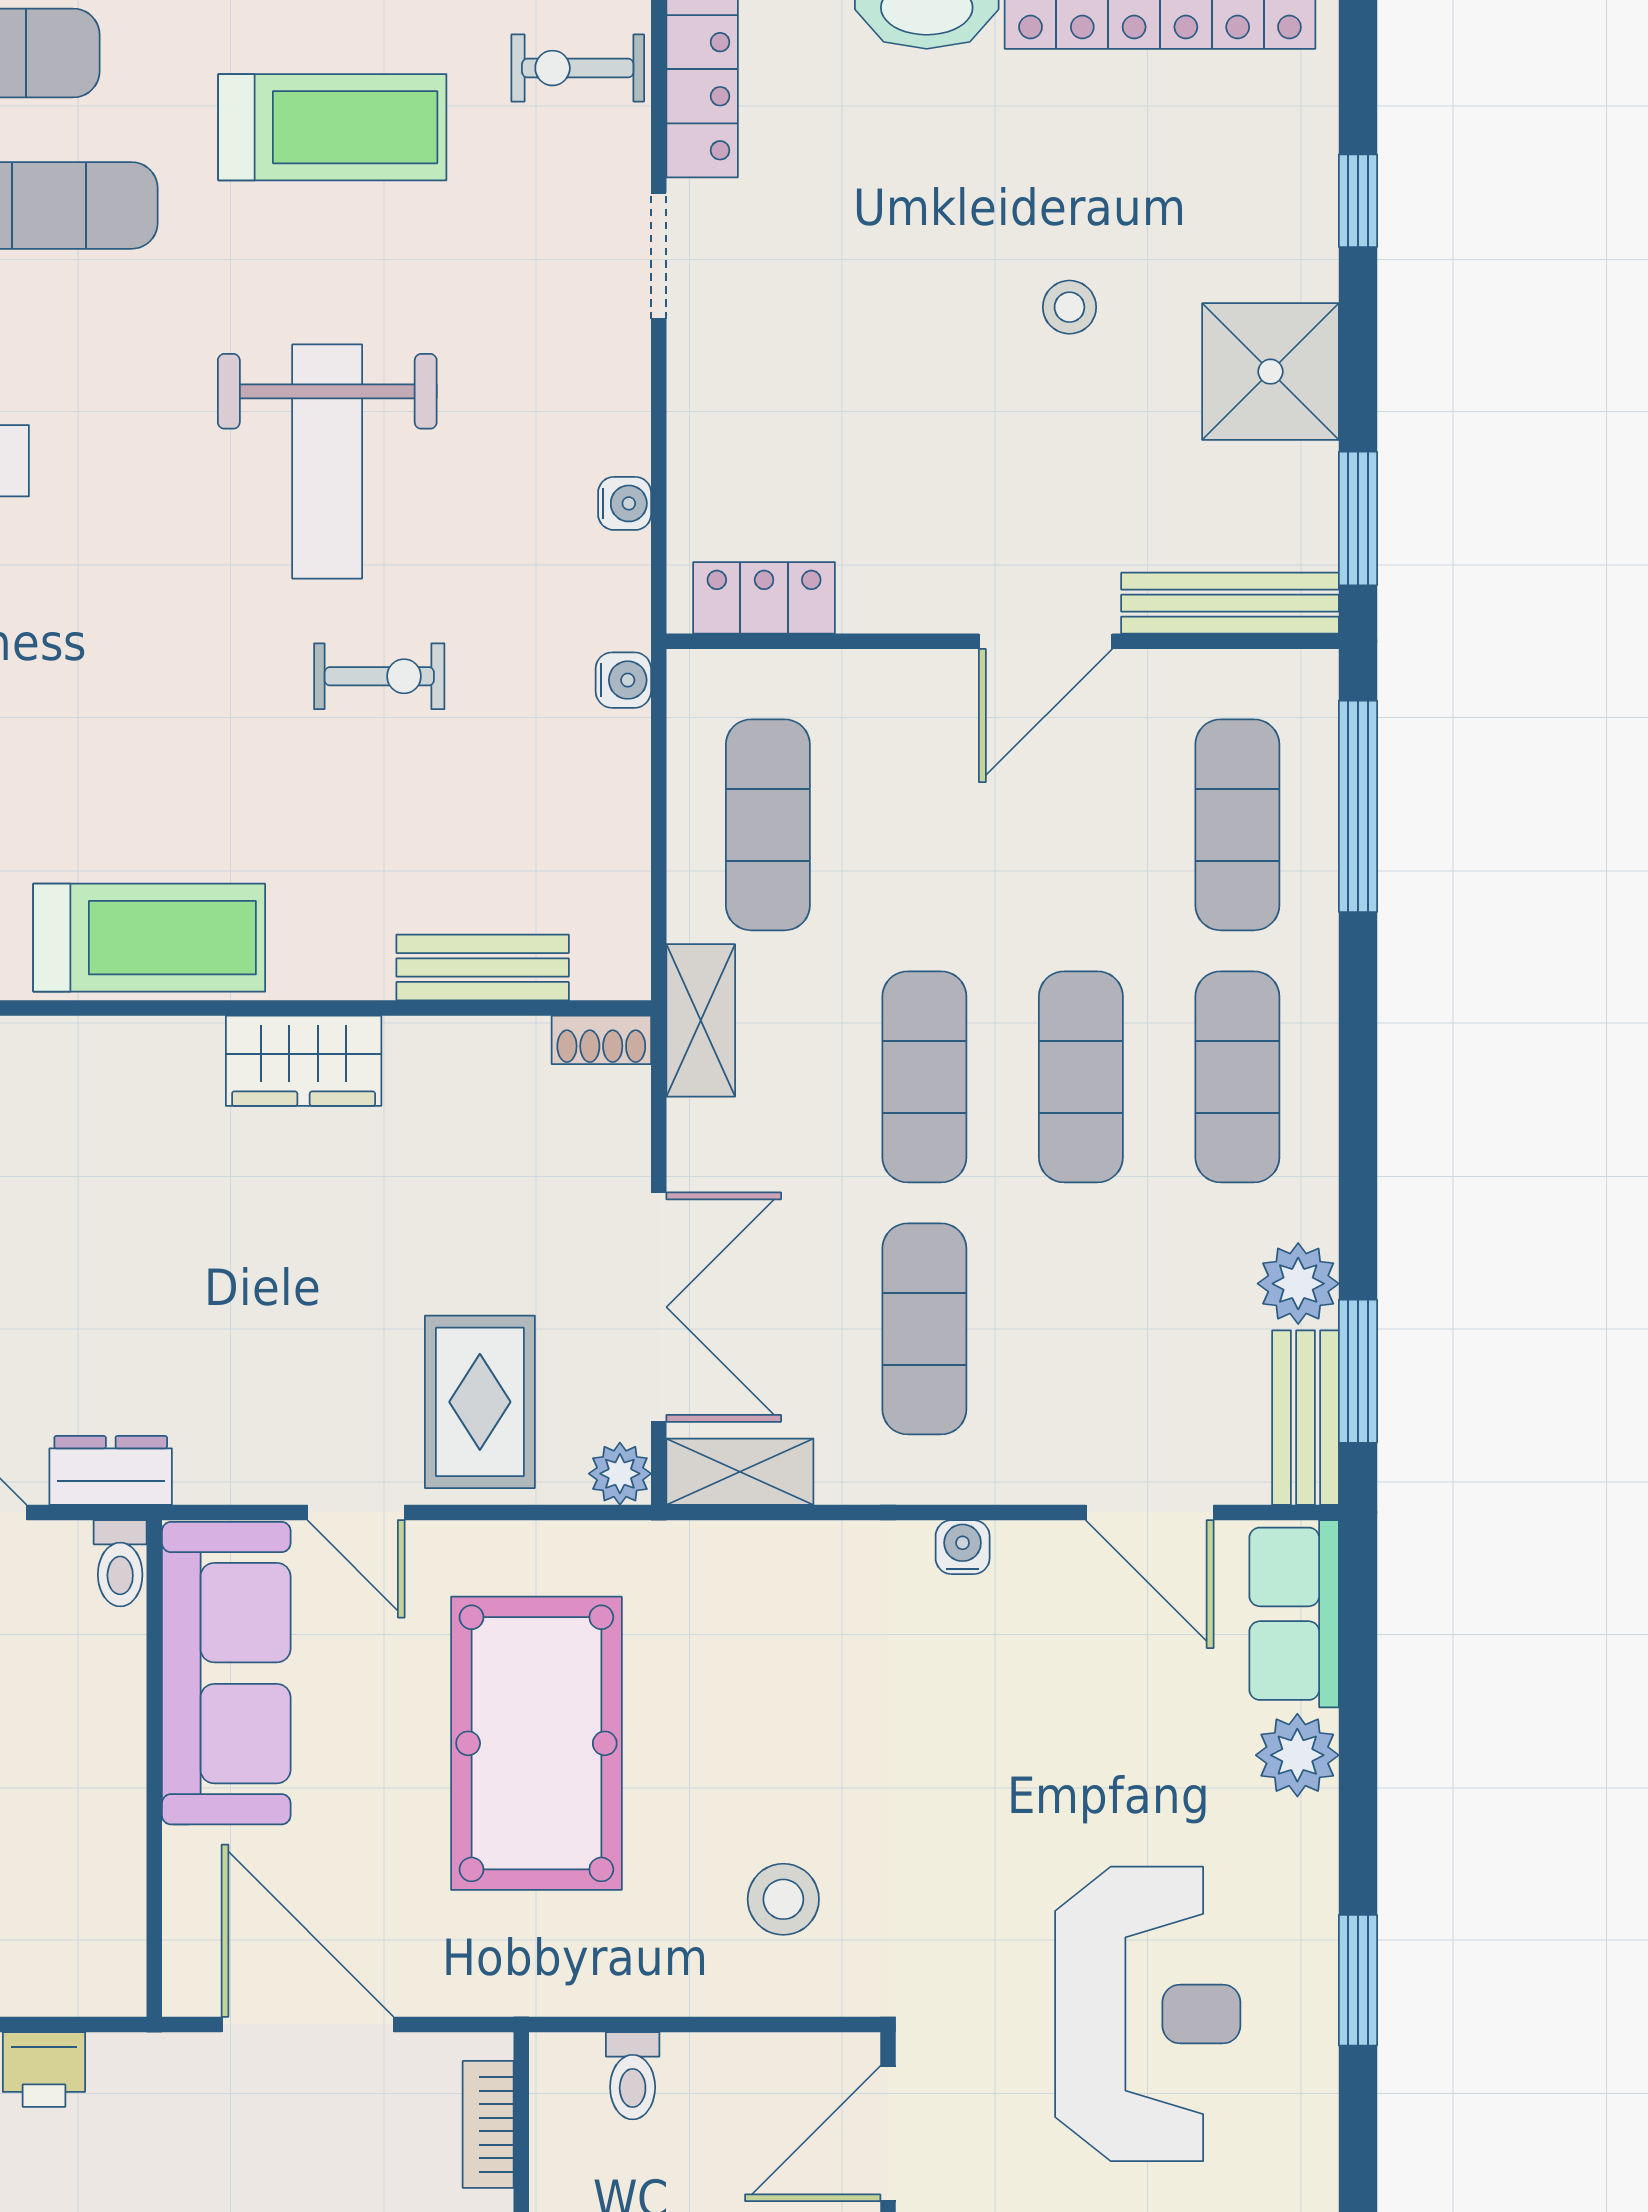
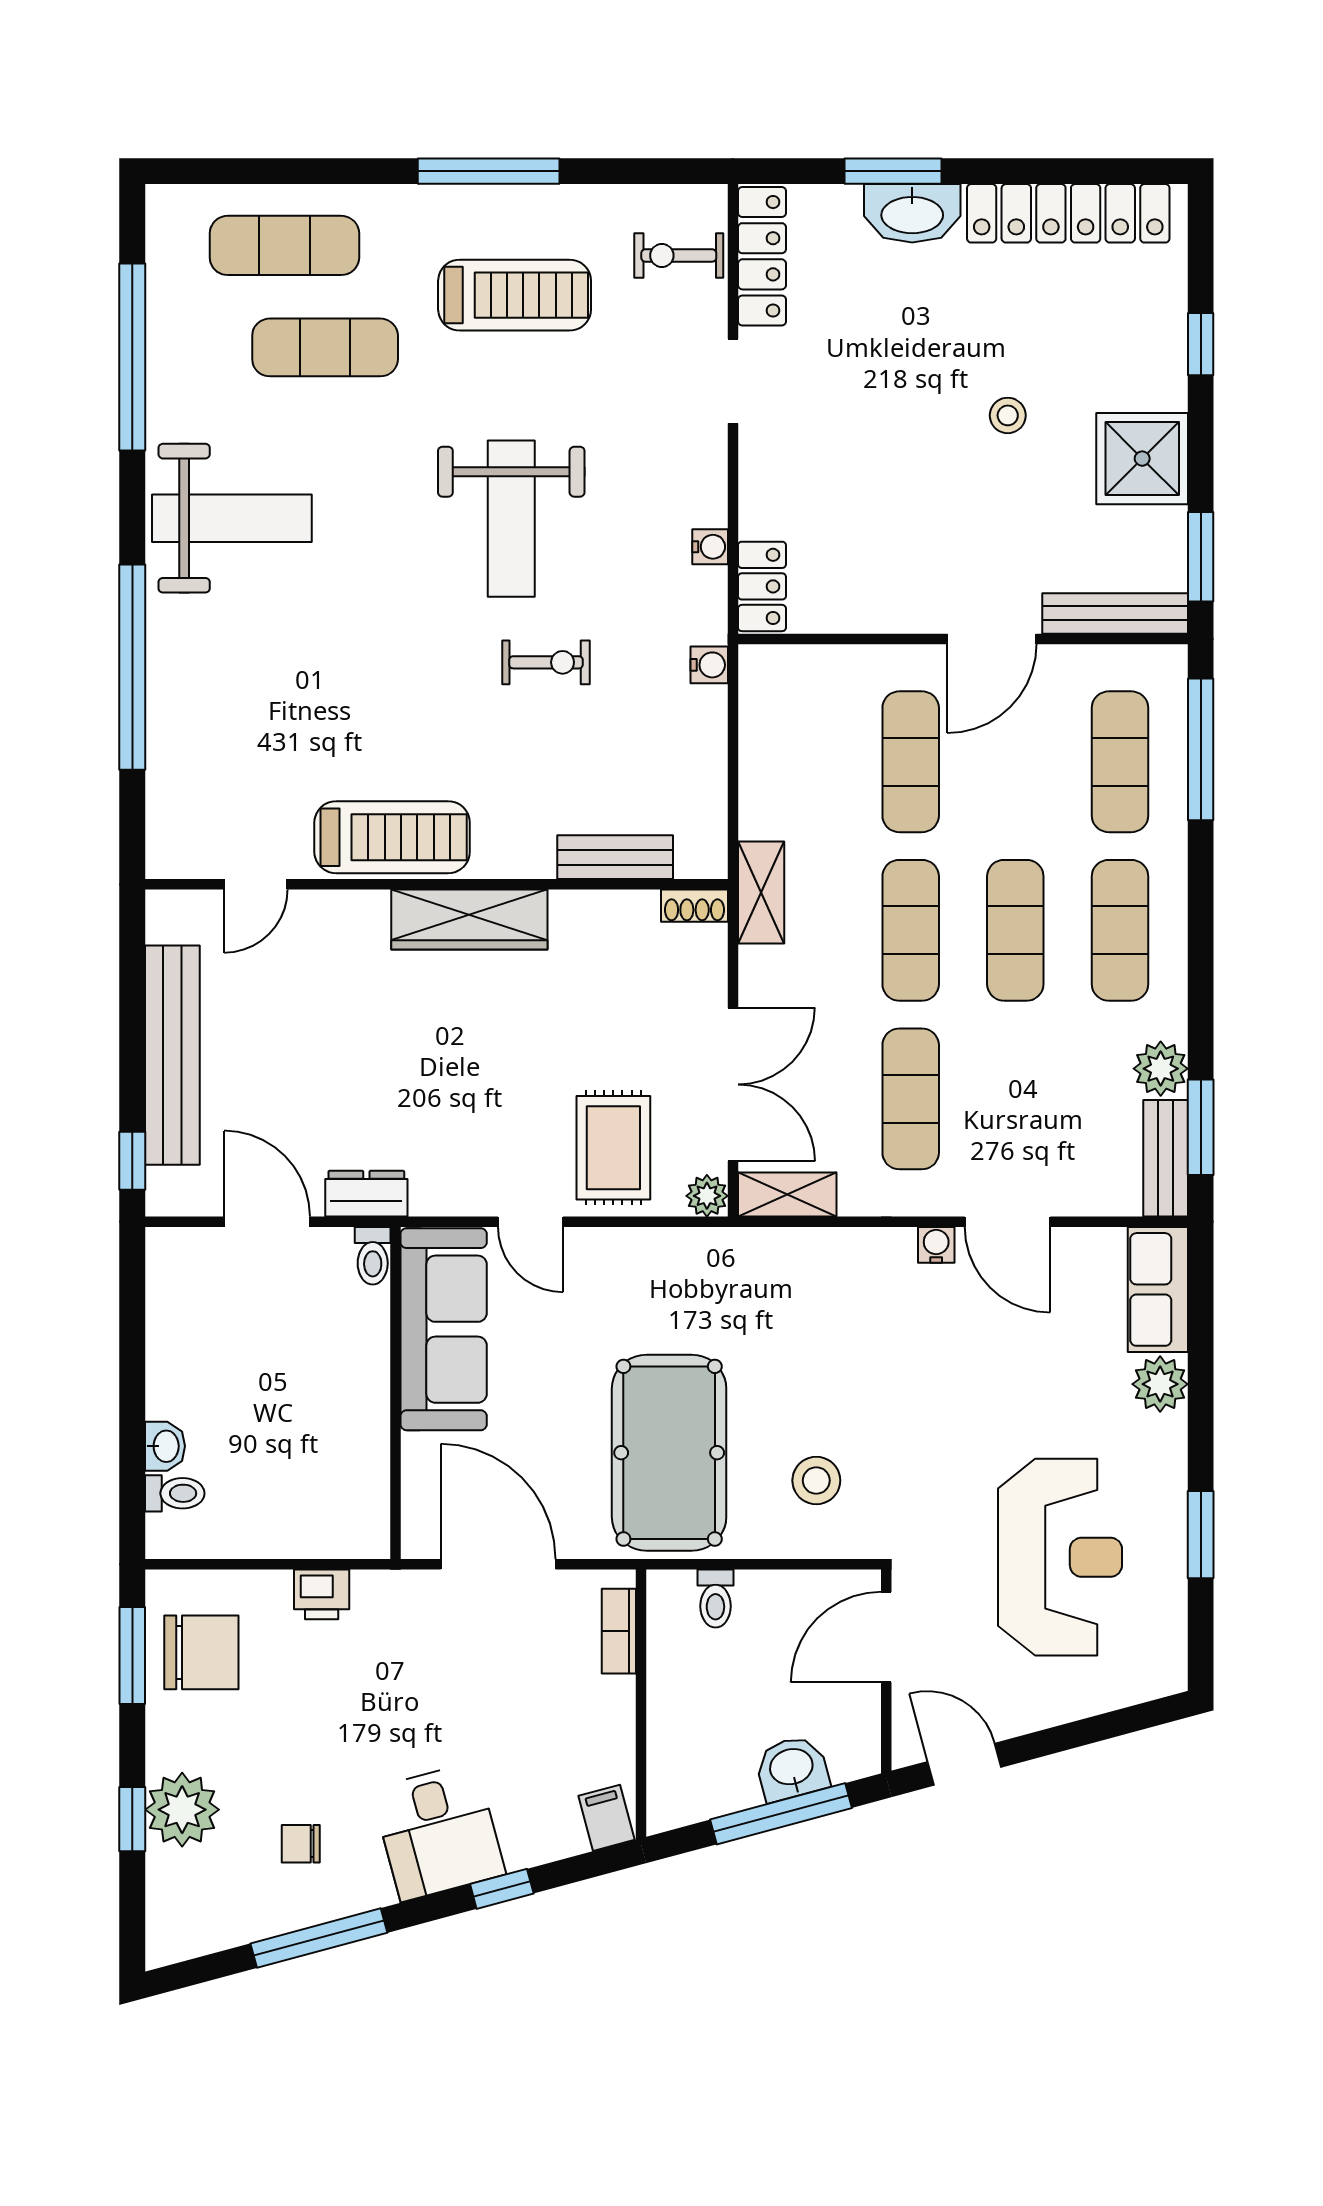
locker: (764, 598) -> (762, 586), moved, turned 90
exercise mat: (768, 825) -> (911, 762), moved
wardrobe: (304, 1061) -> (469, 920), width x1.50
door: (1150, 1512) -> (1007, 1222), moved
pool table: (536, 1743) -> (669, 1453), moved

